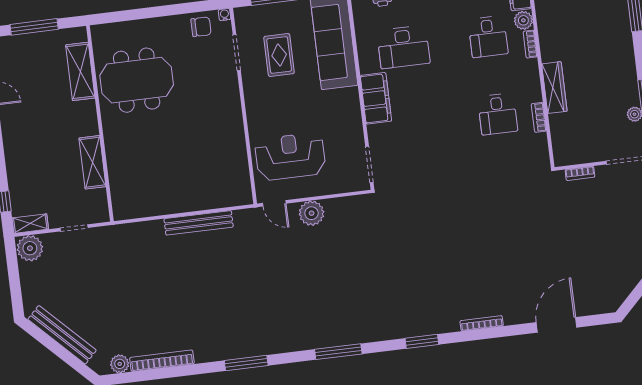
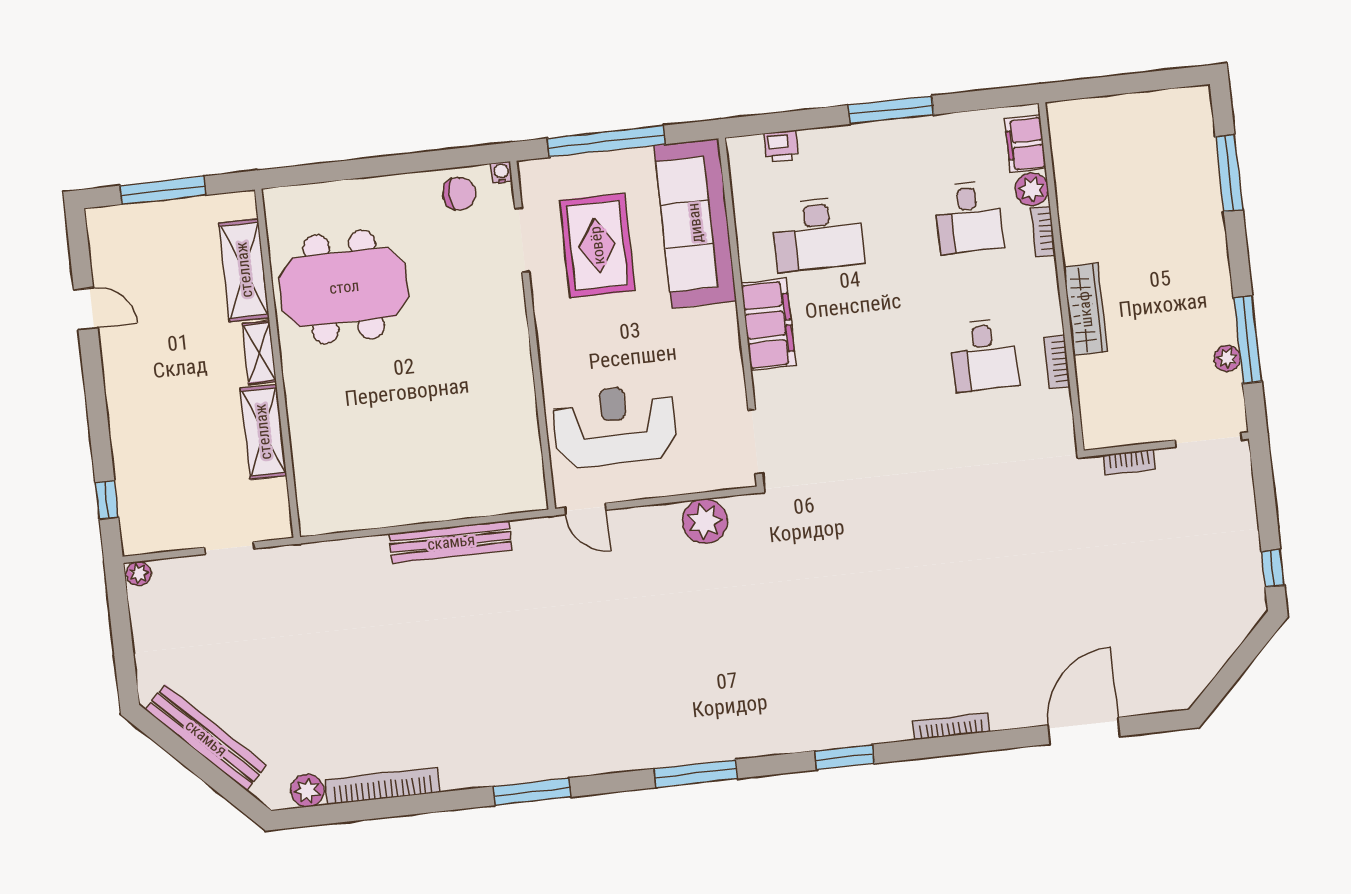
rug: (279, 55) -> (597, 245), width x1.36, depth x1.43
plant: (312, 213) -> (705, 521), moved
shelving: (30, 224) -> (259, 353), moved, turned 90
plant: (30, 248) -> (139, 574), width x0.53, depth x0.53

